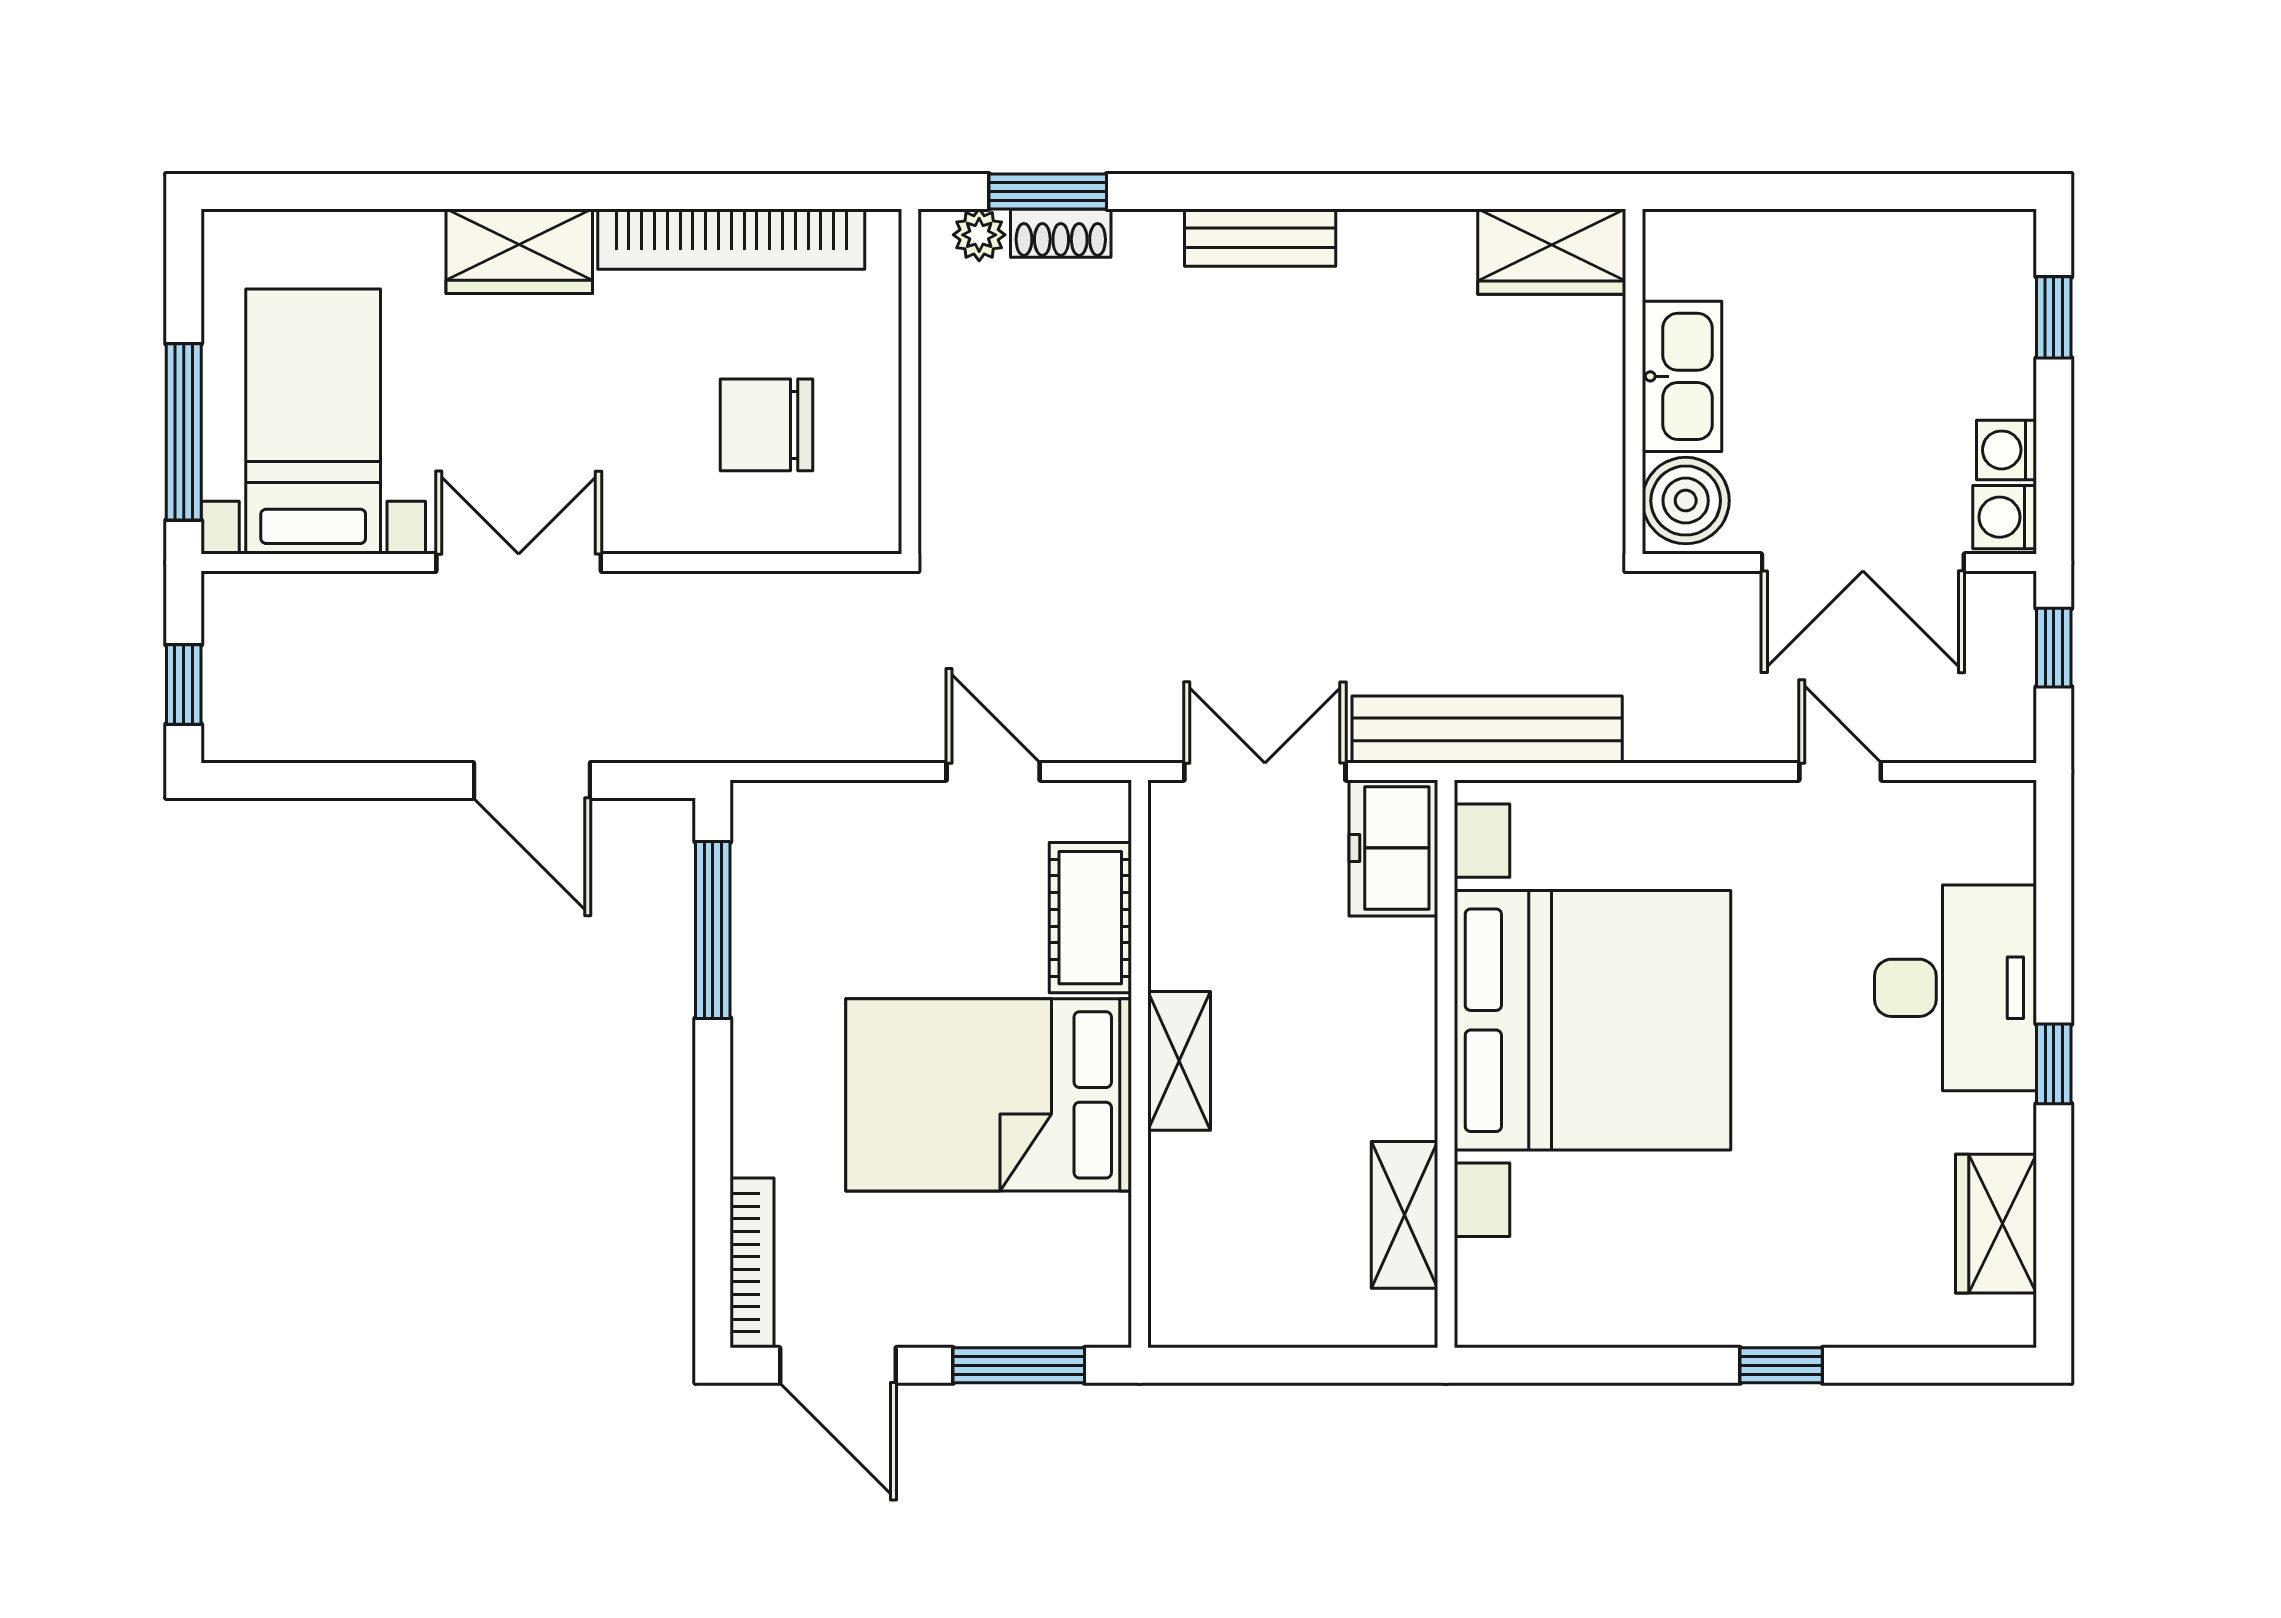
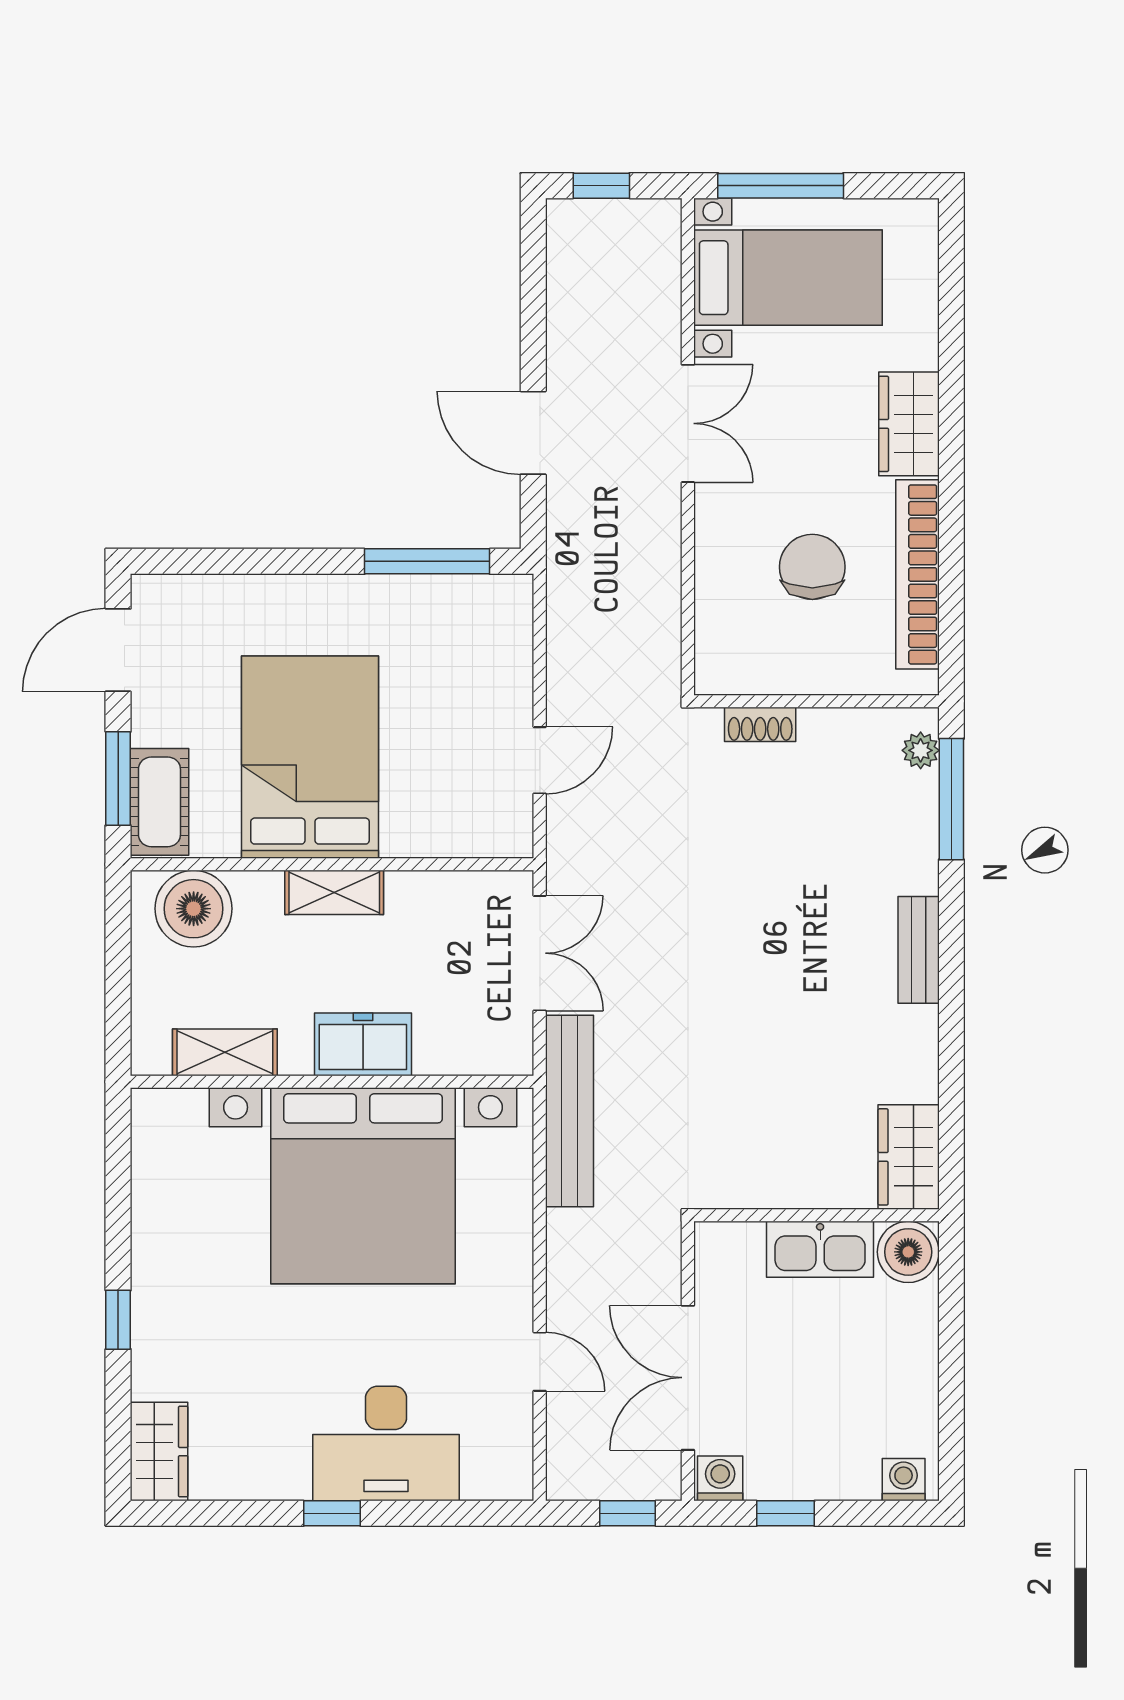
window: (1048, 191) -> (951, 799), width x1.44
shoe rack: (1061, 233) -> (760, 724), moved, turned -90
window: (2054, 317) -> (786, 1513), moved
chair: (766, 425) -> (812, 567), moved
washing machine: (2006, 450) -> (904, 1480), moved
boiler: (1686, 501) -> (908, 1252), moved
door: (1840, 771) -> (540, 1362), hinge flipped
door: (532, 780) -> (533, 433), hinge flipped
freezer: (1393, 848) -> (363, 1044), moved
cot: (1090, 918) -> (159, 802), moved, turned 90
wardrobe: (1996, 1224) -> (159, 1452), moved, turned 90
boiler: (1202, 1259) -> (194, 909), added
bookcase: (752, 1263) -> (191, 589), removed

